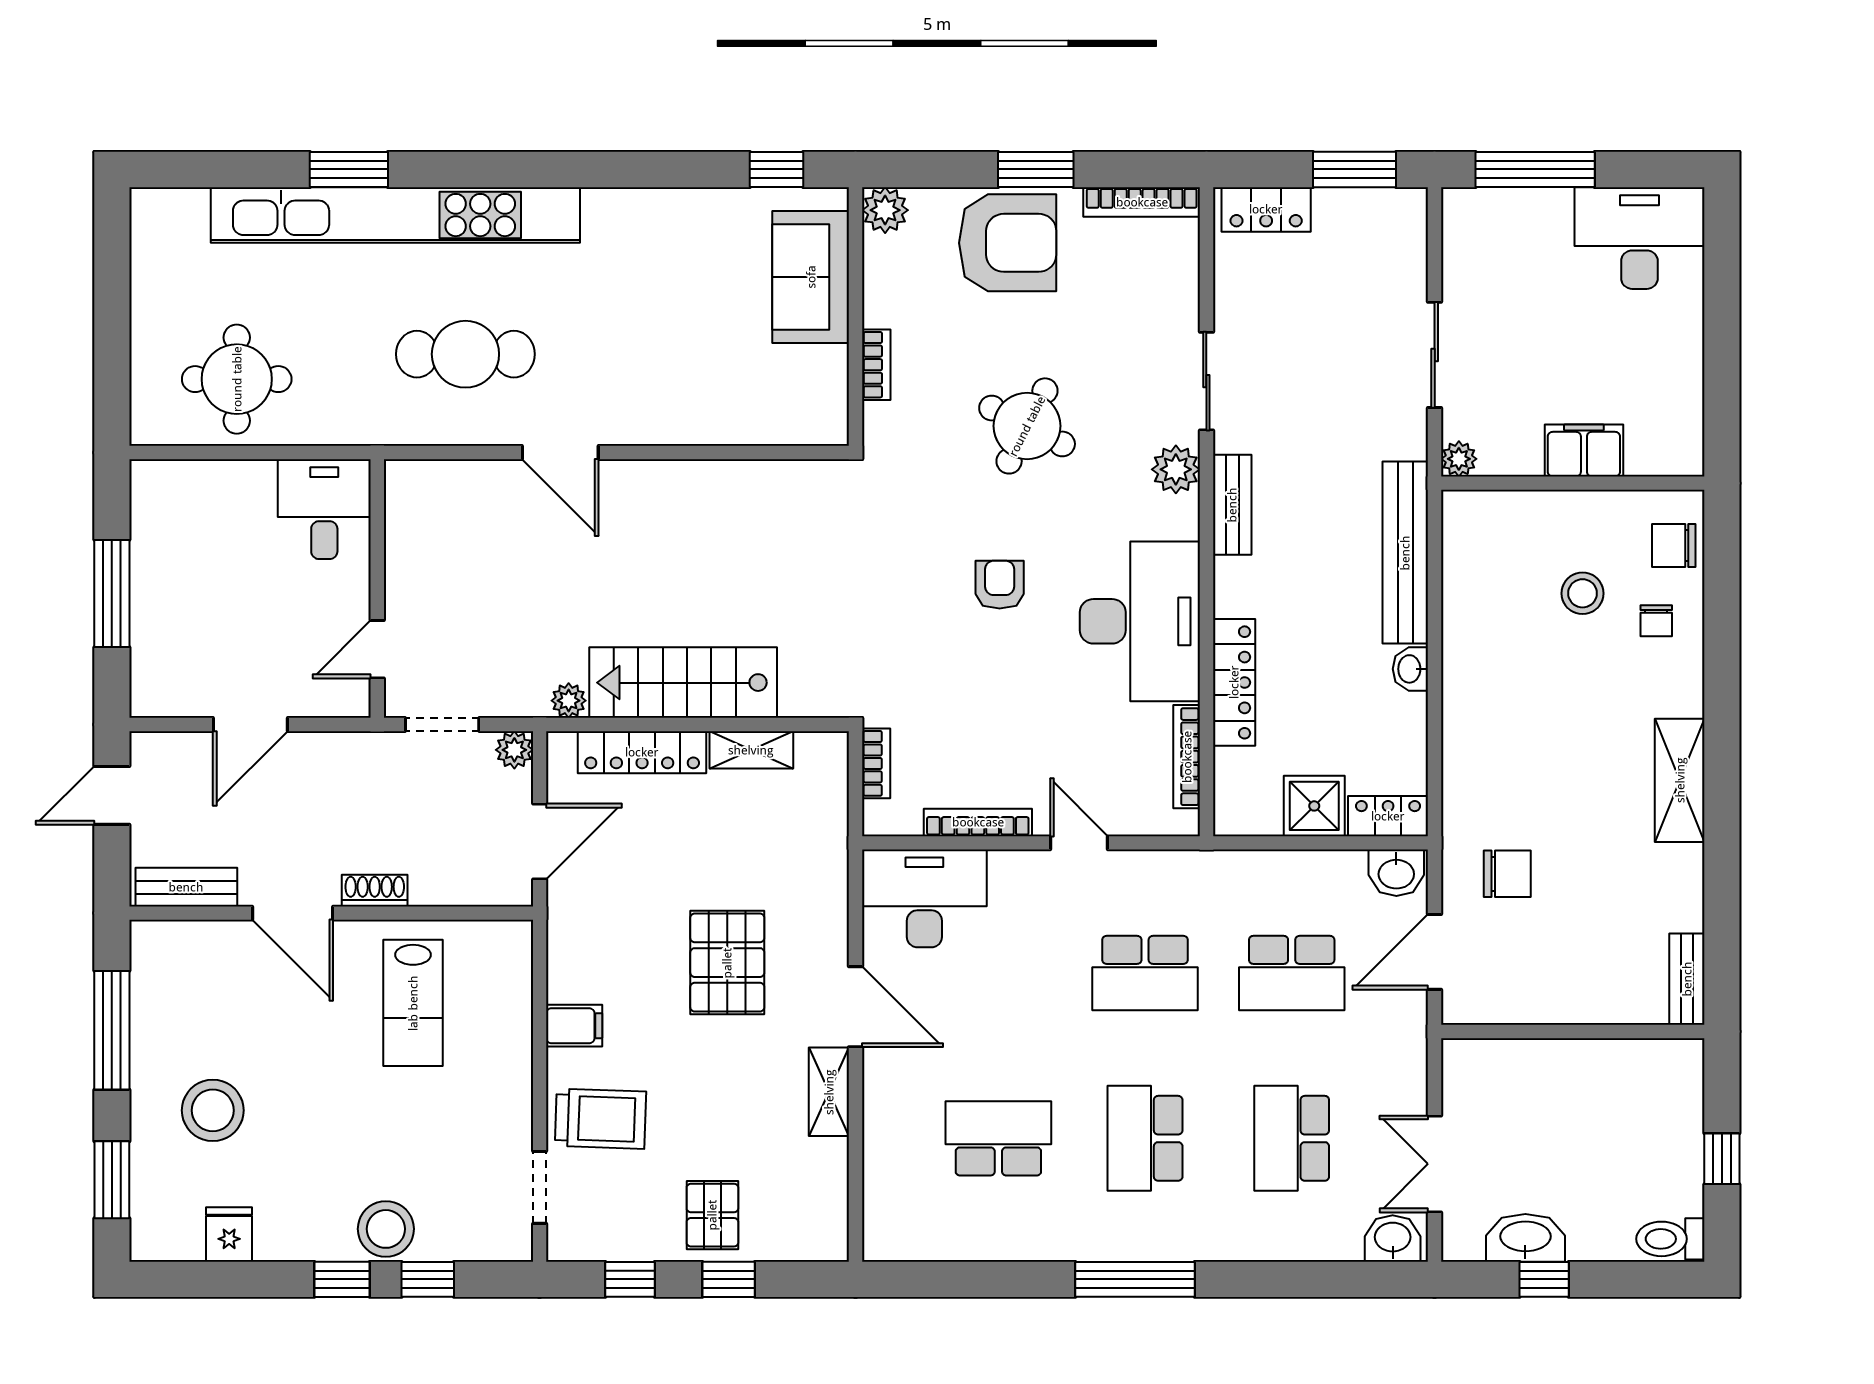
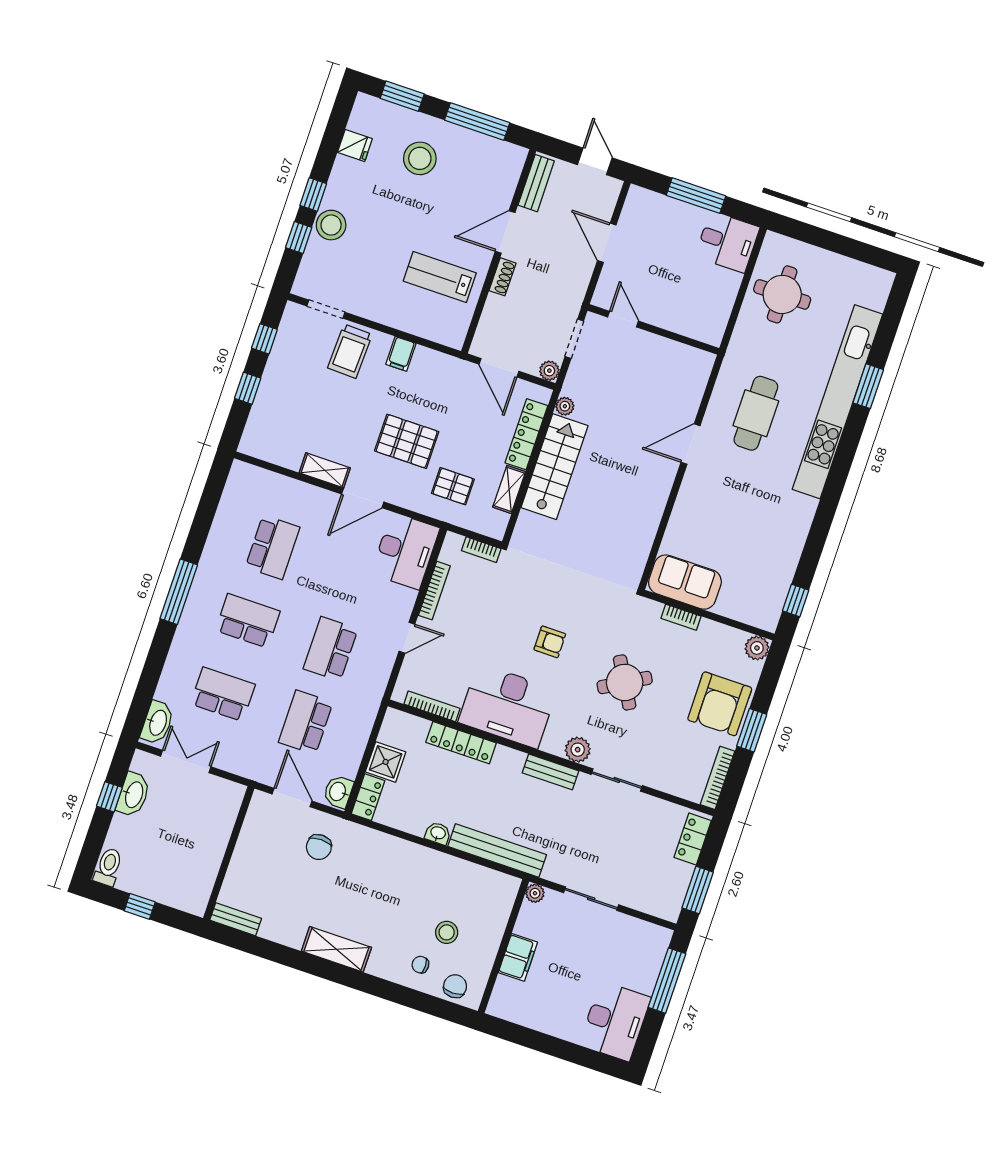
sofa: (811, 277) -> (685, 582), moved
round table: (1027, 426) -> (625, 682), turned 33
desk: (324, 509) -> (727, 242), moved
pallet: (712, 1215) -> (453, 486), moved
washbasin: (1393, 1238) -> (157, 723), width x1.38

